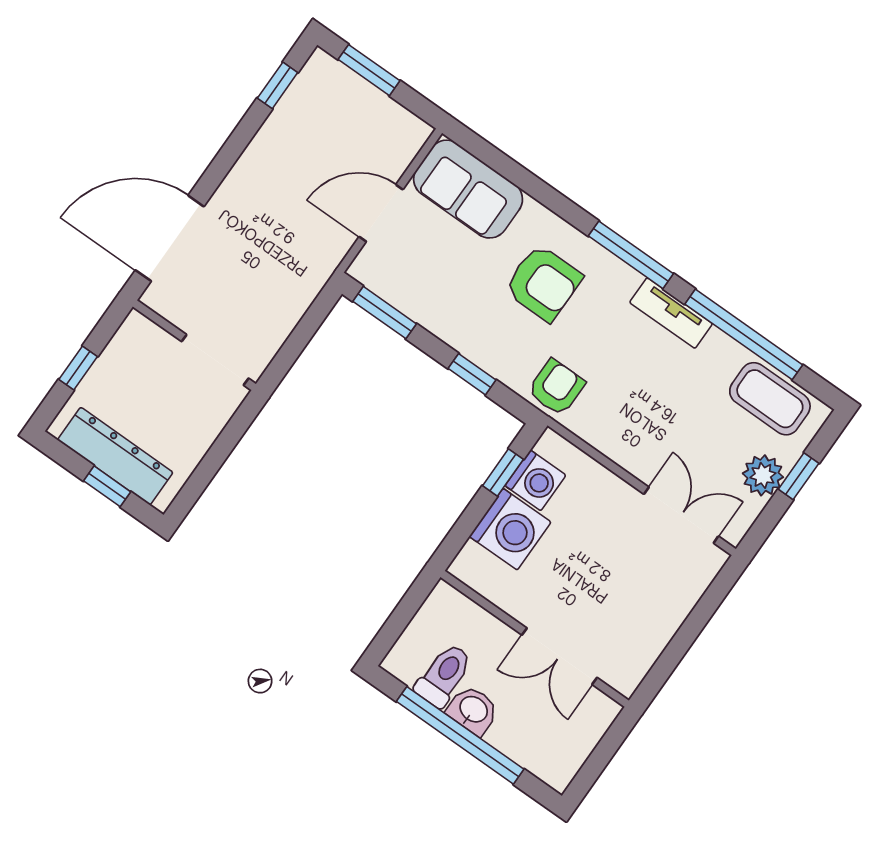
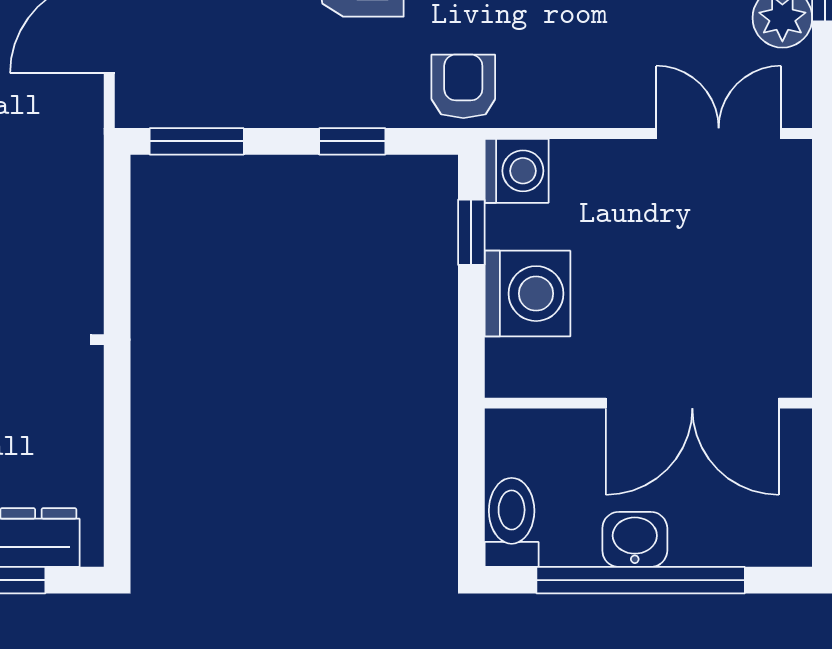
washing machine: (535, 480) -> (517, 171), moved
double door: (559, 656) -> (692, 403), width x1.37
toilet: (444, 675) -> (512, 522), moved

